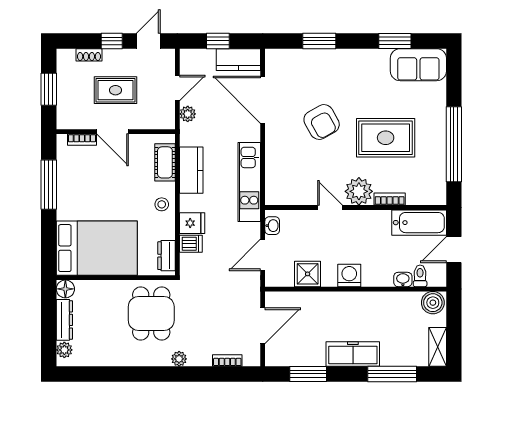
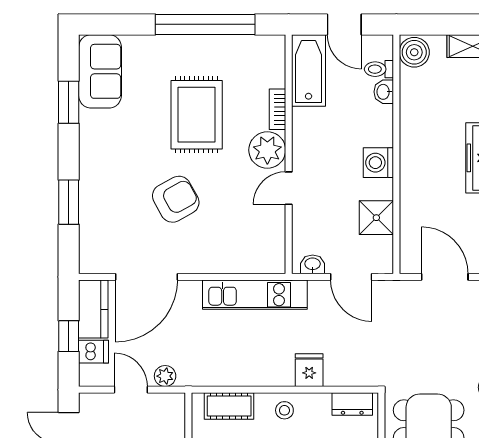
kitchen counter: (191, 170) -> (239, 371), removed
dishwasher: (191, 244) -> (94, 352), moved, turned 90

